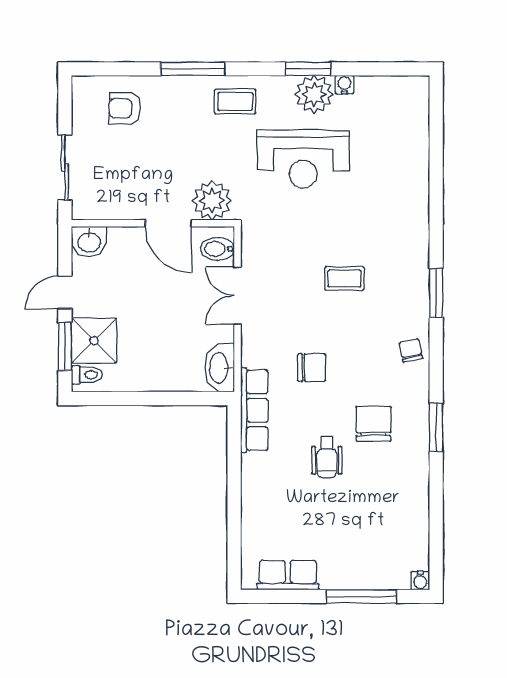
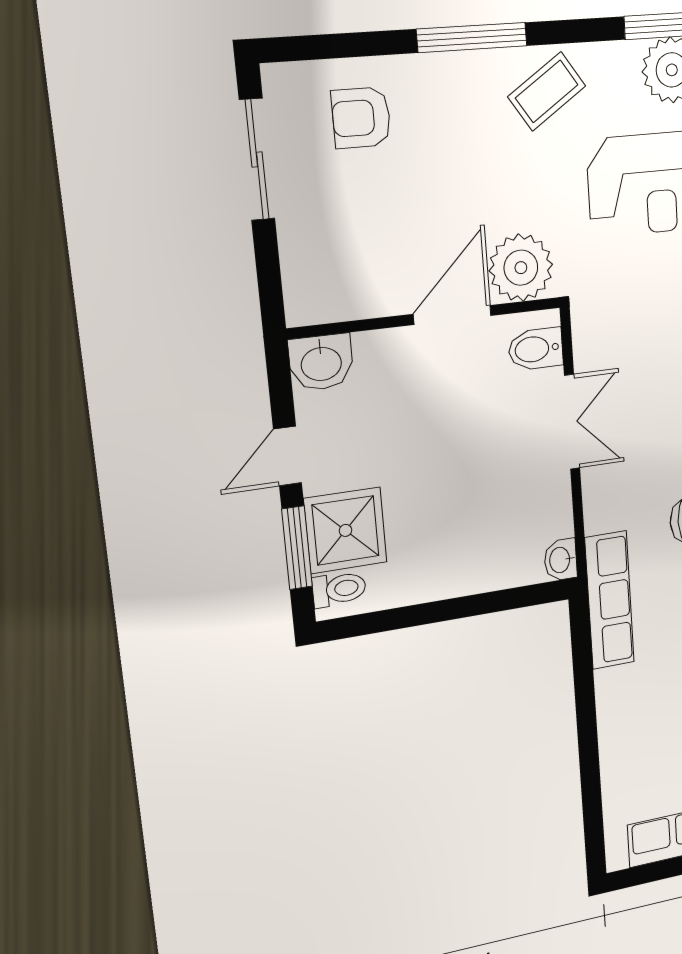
coffee table: (235, 101) -> (547, 91), turned -34
sliding door: (65, 168) -> (257, 160), moved
door: (168, 223) -> (452, 315), swing flipped
double door: (237, 296) -> (572, 422), swing flipped
washbasin: (220, 368) -> (561, 560), width x0.52, depth x0.69

